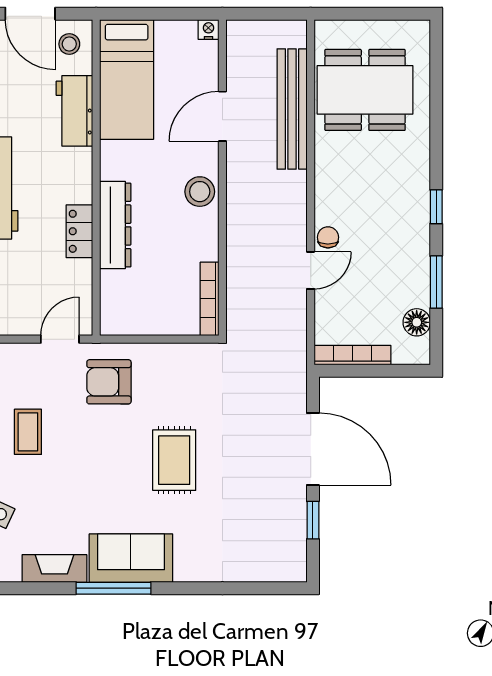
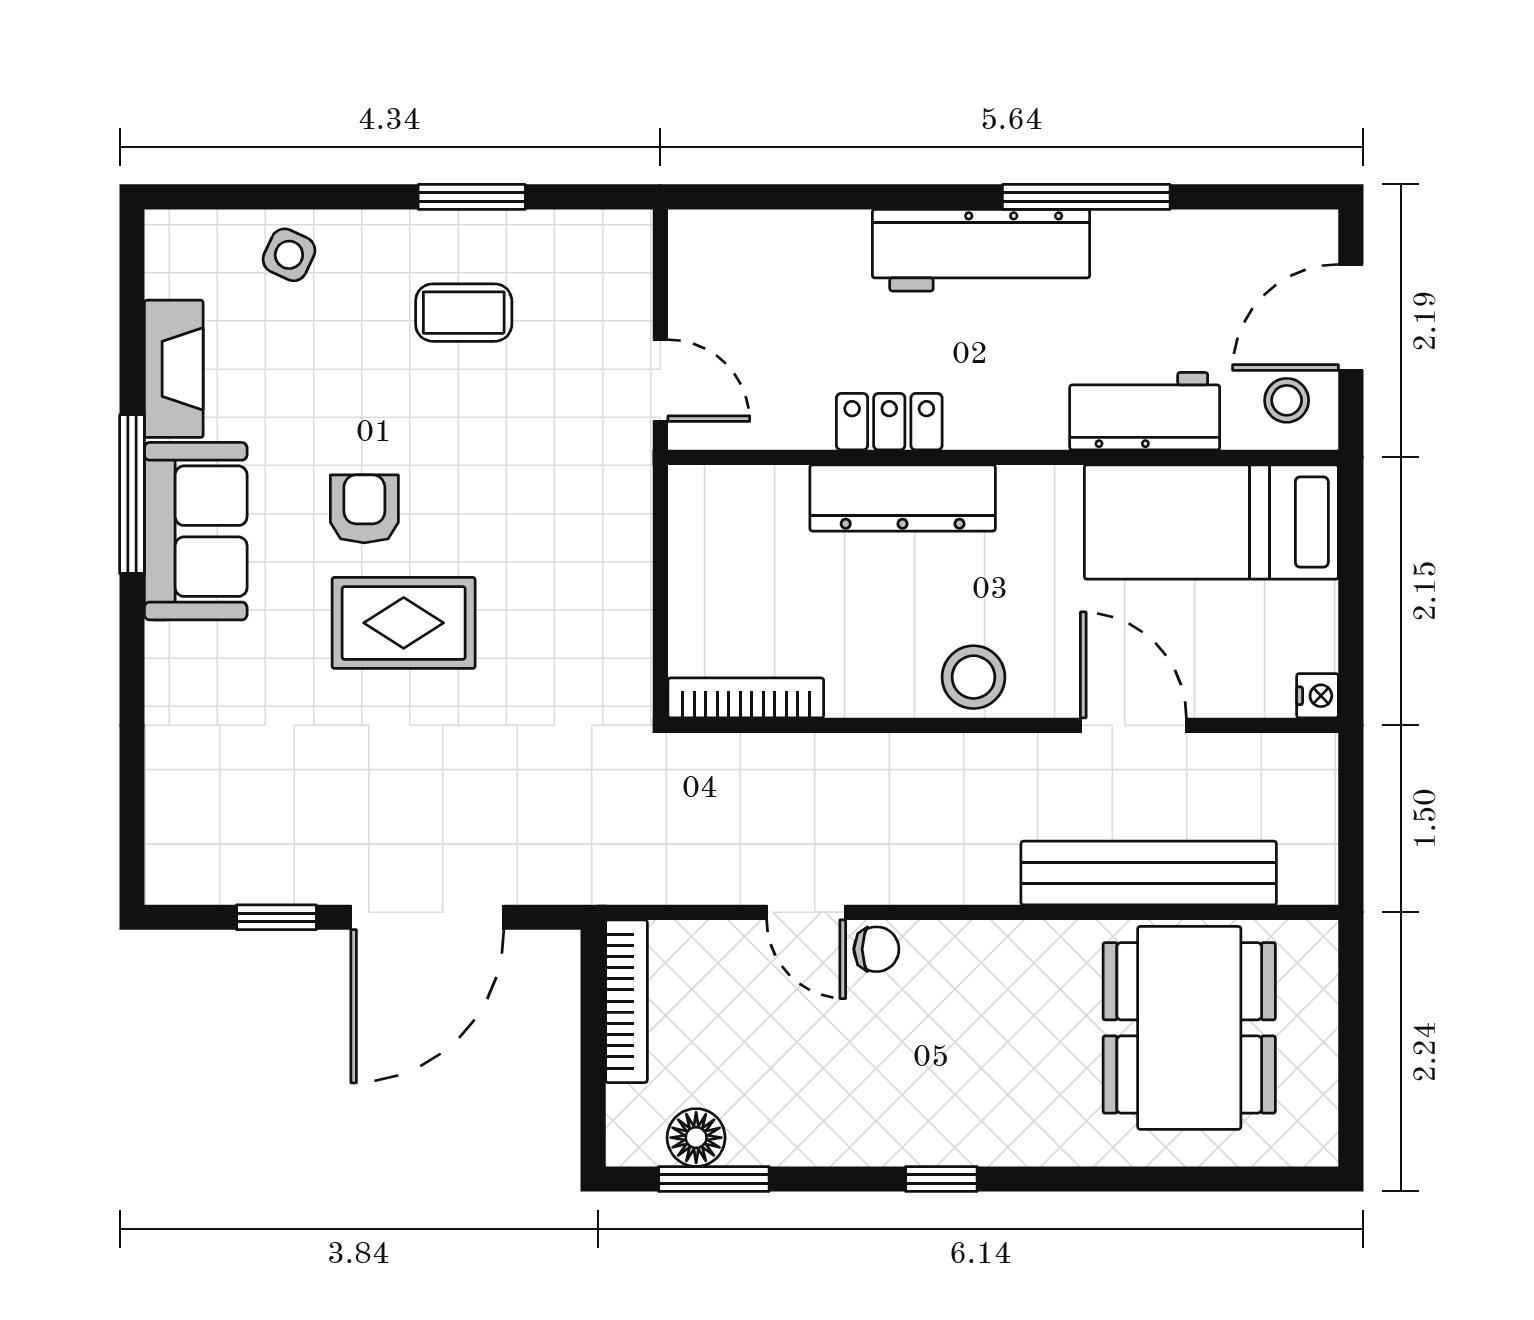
window: (436, 282) -> (714, 1179), moved
armchair: (109, 382) -> (364, 509), moved, width x0.72, depth x0.72

